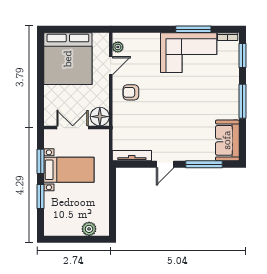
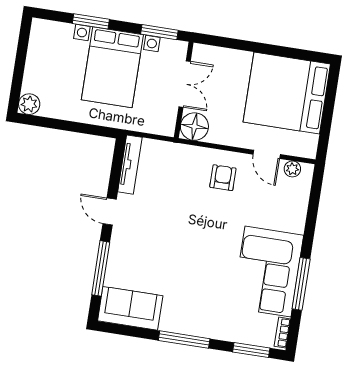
window: (41, 161) -> (159, 32), moved
bed with nightstands: (69, 170) -> (112, 67), width x1.36
plant: (89, 229) -> (29, 104), moved

